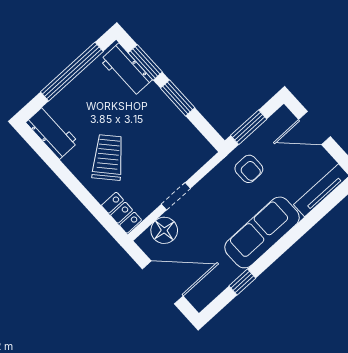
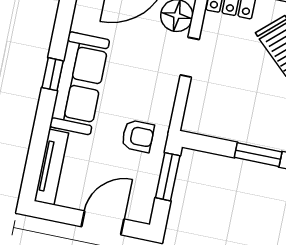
armchair: (249, 169) -> (138, 136), turned 180
window: (242, 282) -> (53, 74), moved

